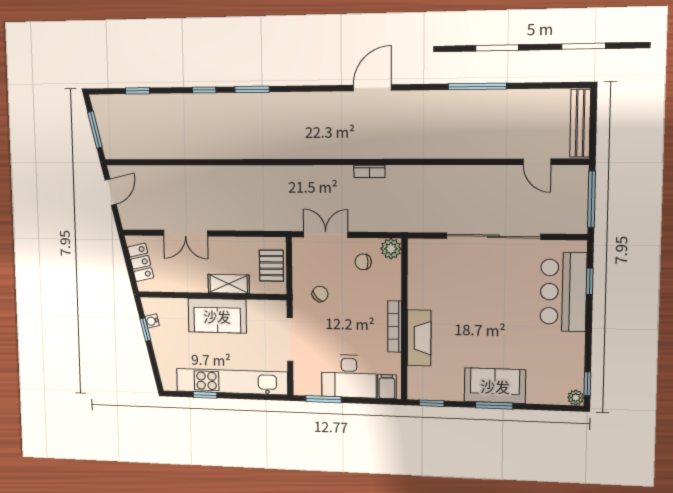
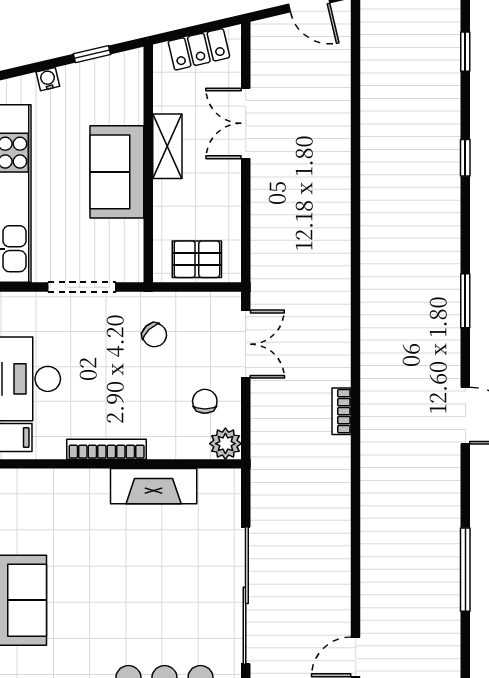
window: (252, 89) -> (465, 301), moved
shelving: (229, 284) -> (167, 146), moved
water cooler: (152, 321) -> (48, 79), moved
fireplace: (419, 338) -> (154, 486), moved

